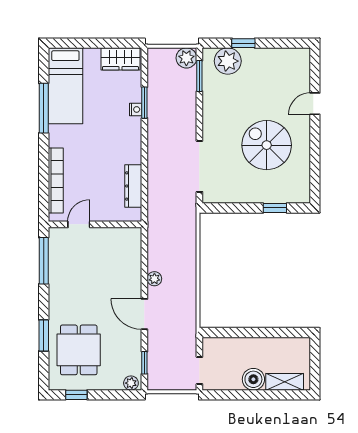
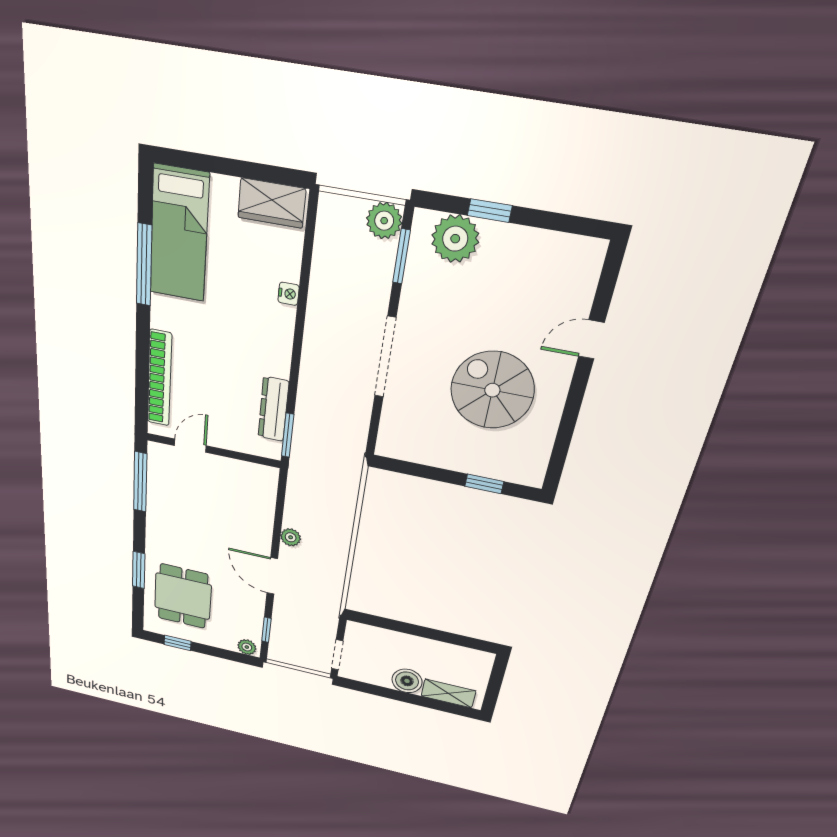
window: (144, 103) -> (288, 435), moved
doorway: (199, 166) -> (385, 357), moved

